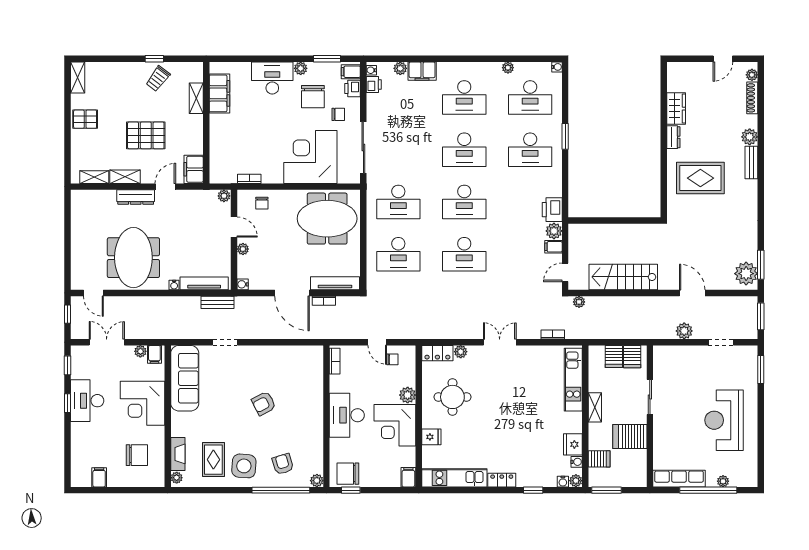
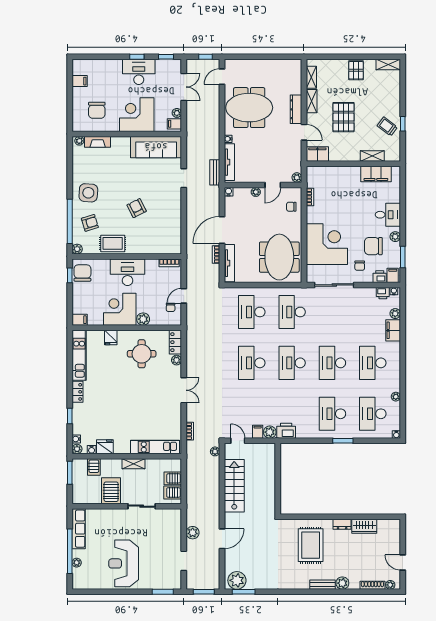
desk: (272, 78) -> (388, 215), width x0.73
reception desk: (724, 420) -> (124, 563), turned -90
rug: (213, 460) -> (113, 243), moved

